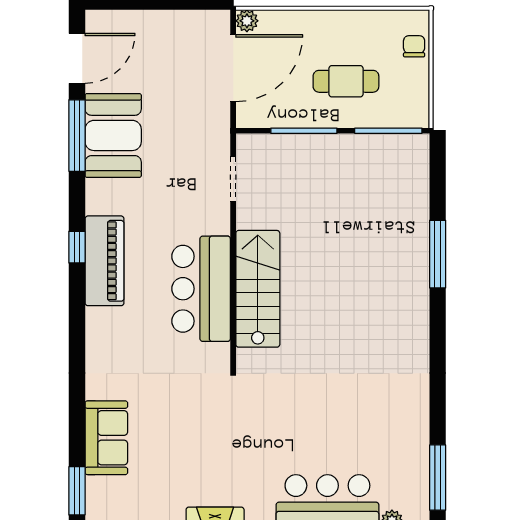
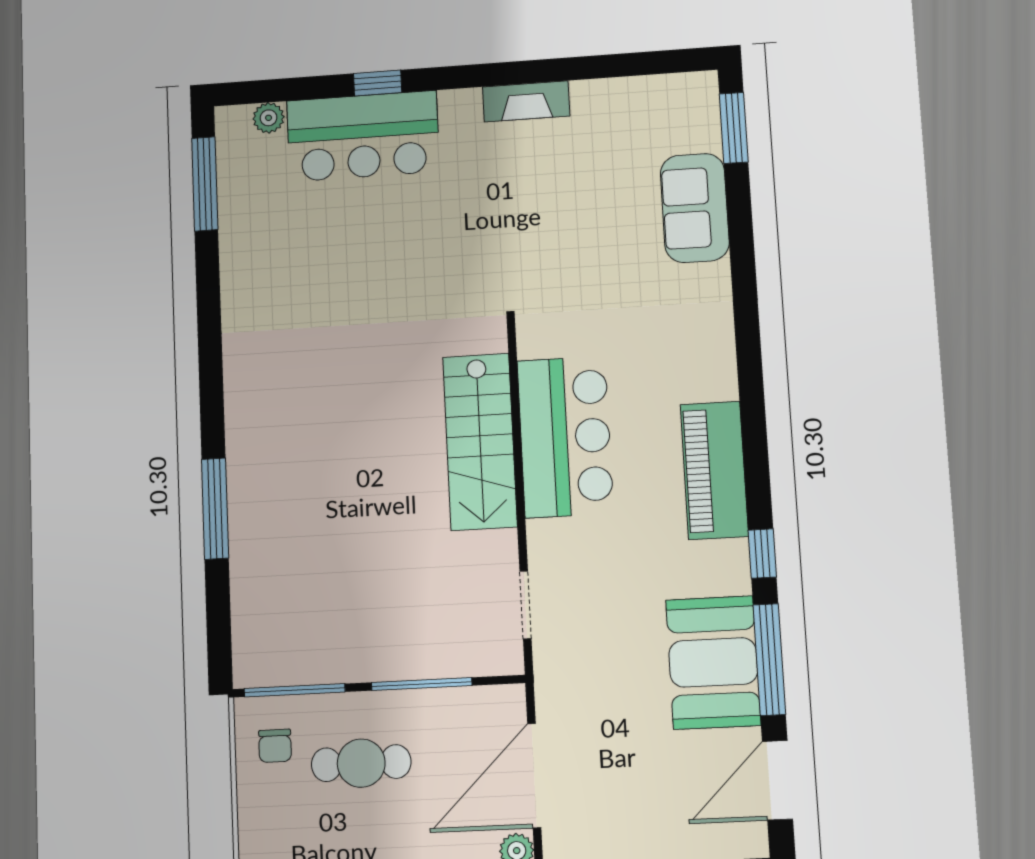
chair: (414, 46) -> (275, 746), moved
window: (77, 247) -> (762, 554), moved

